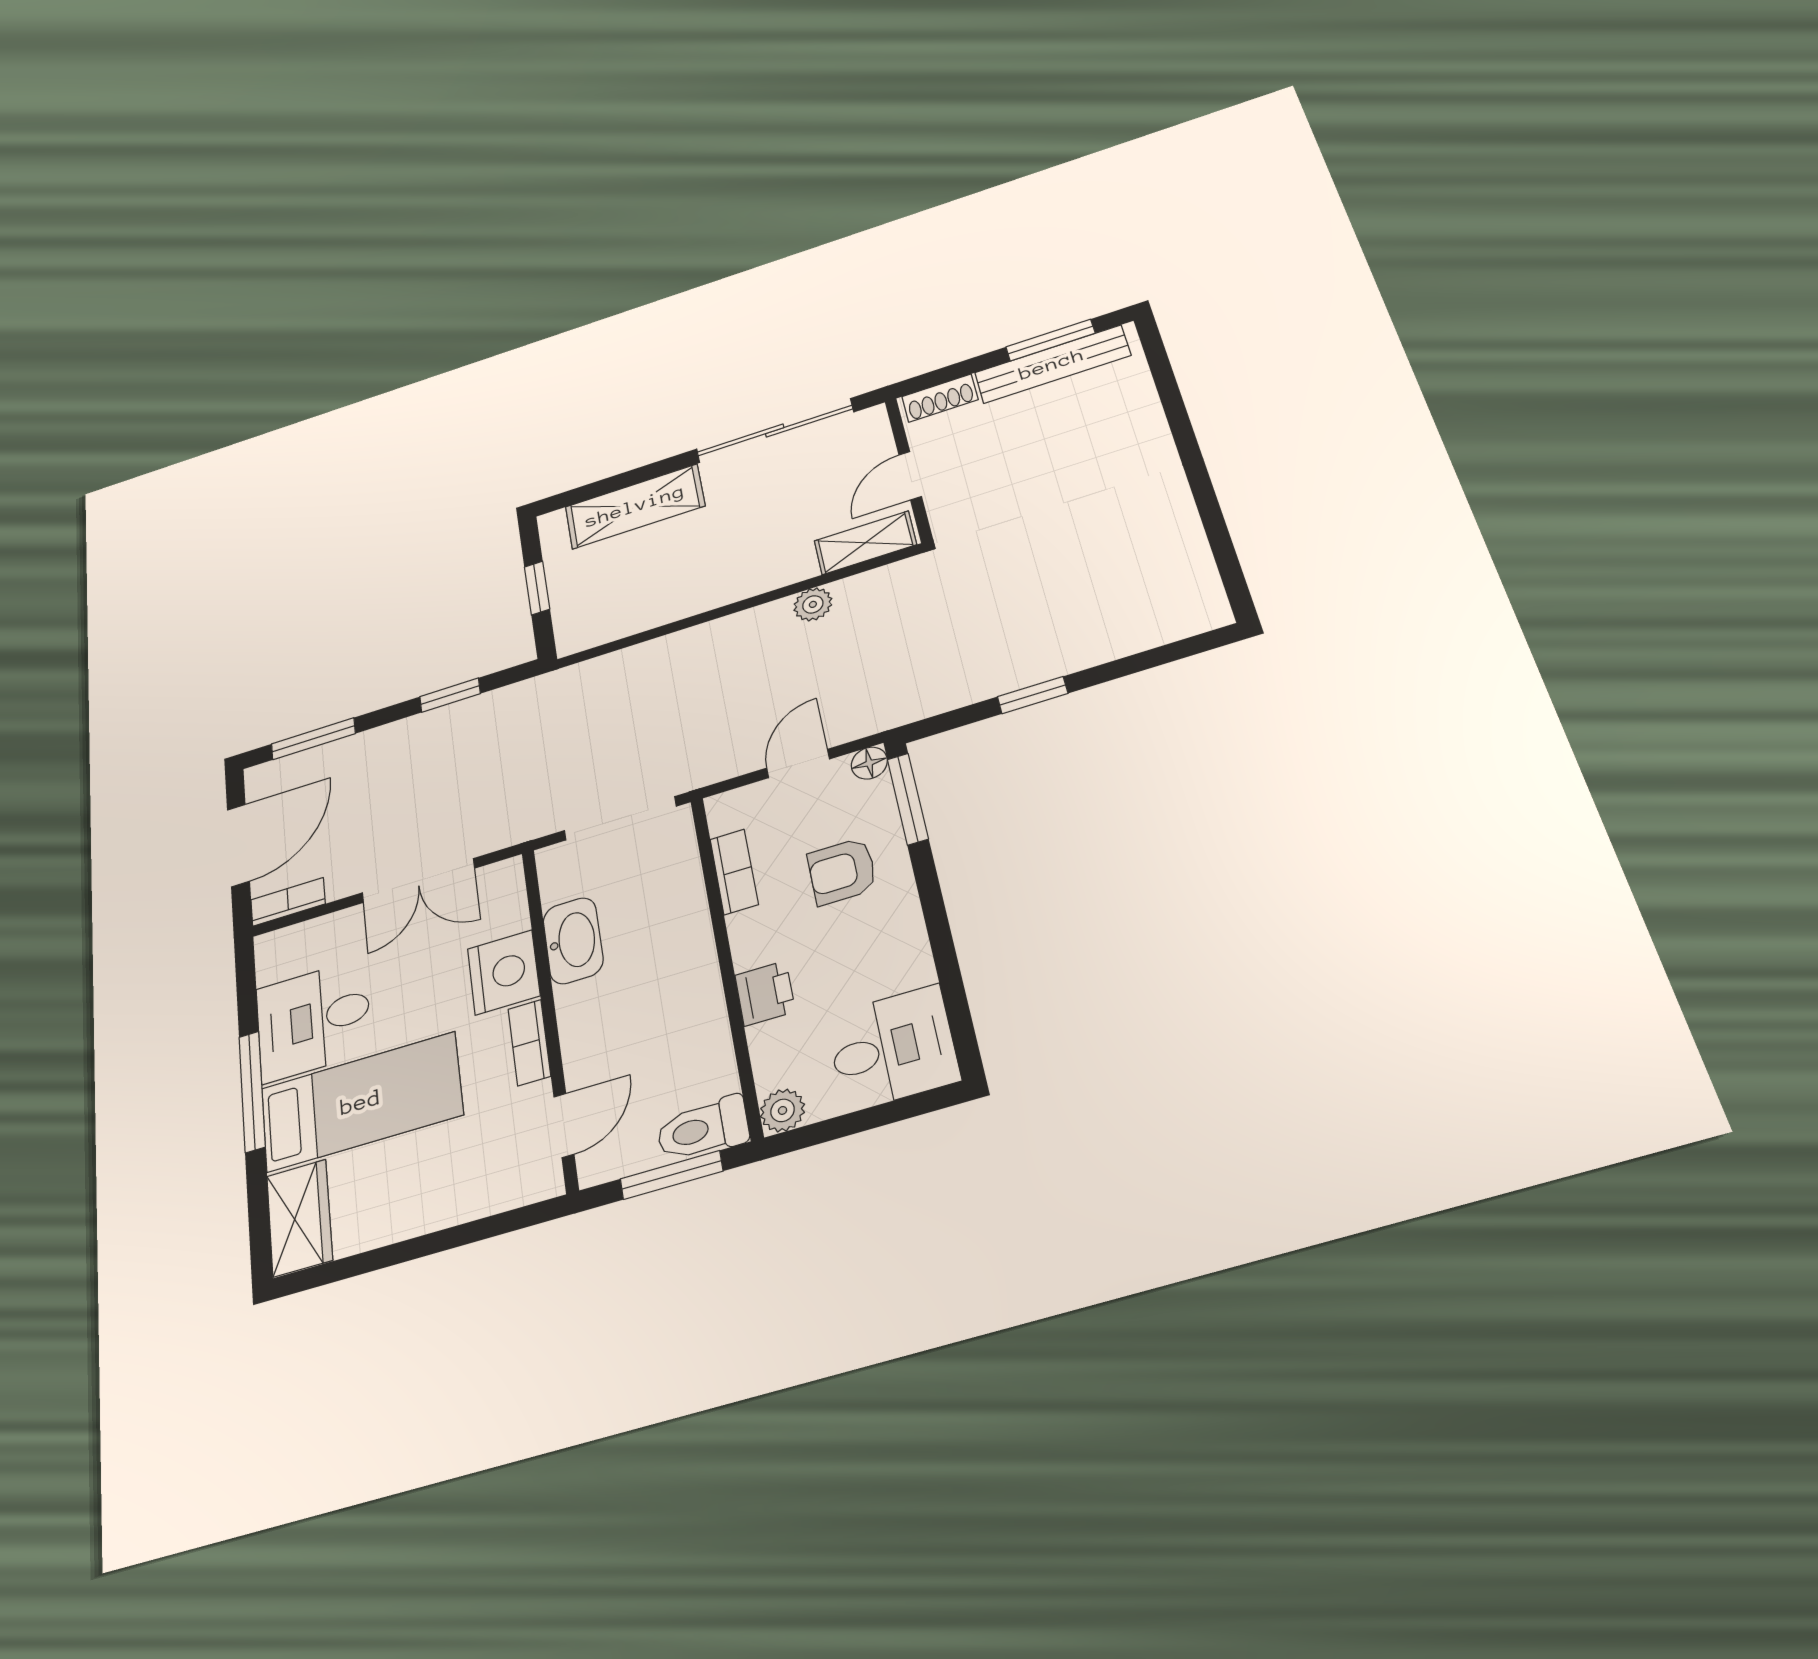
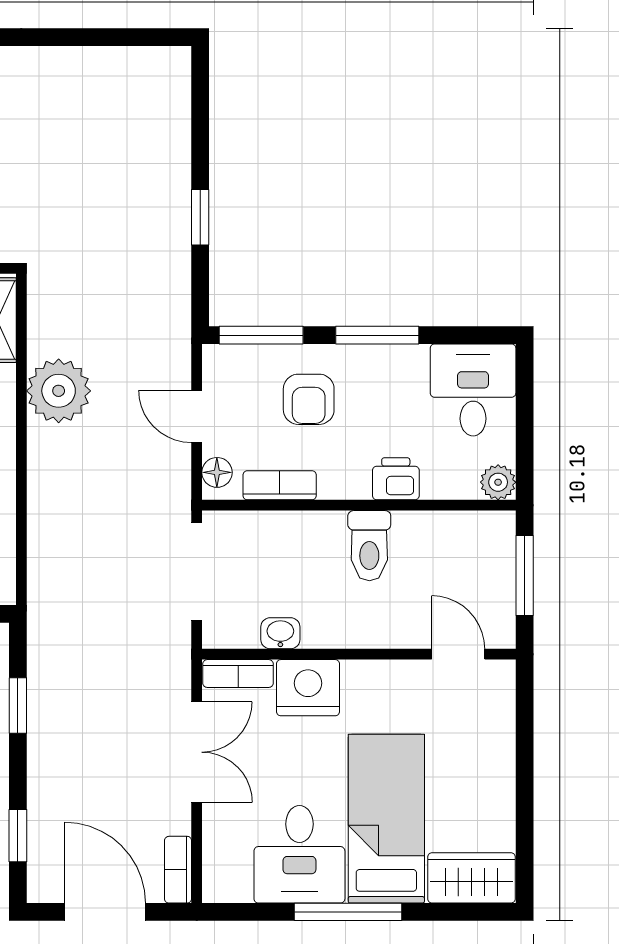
plant: (813, 604) -> (59, 391), width x1.87, depth x1.87
window: (313, 739) -> (18, 836), width x0.67
floor lamp: (869, 763) -> (217, 472), moved
window: (937, 921) -> (377, 335), added
washbasin: (573, 941) -> (280, 633), width x0.52, depth x0.69
bookcase: (529, 1043) -> (238, 674), moved
toilet: (703, 1129) -> (369, 546), moved

